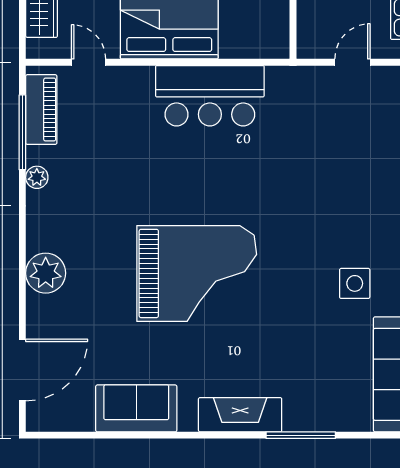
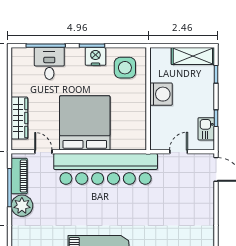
bar counter: (210, 96) -> (106, 169), width x1.86
plant: (37, 177) -> (22, 206), width x1.87, depth x1.87

